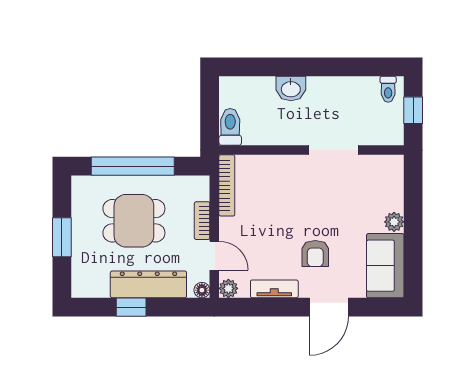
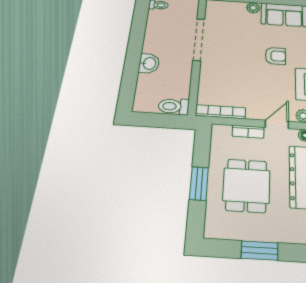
doorway: (334, 150) -> (199, 40), width x1.36
window: (133, 166) -> (199, 184), width x0.47

